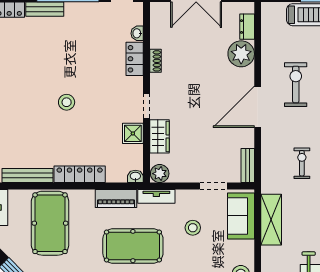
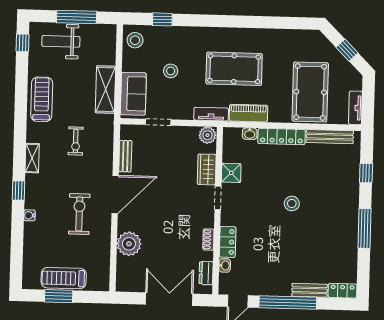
dresser: (247, 27) -> (206, 273), moved, turned 180
exercise bike: (296, 85) -> (79, 214), turned 180
bench: (248, 166) -> (125, 156), moved
washbasin: (135, 176) -> (250, 134), moved
stool: (193, 228) -> (171, 71), moved

